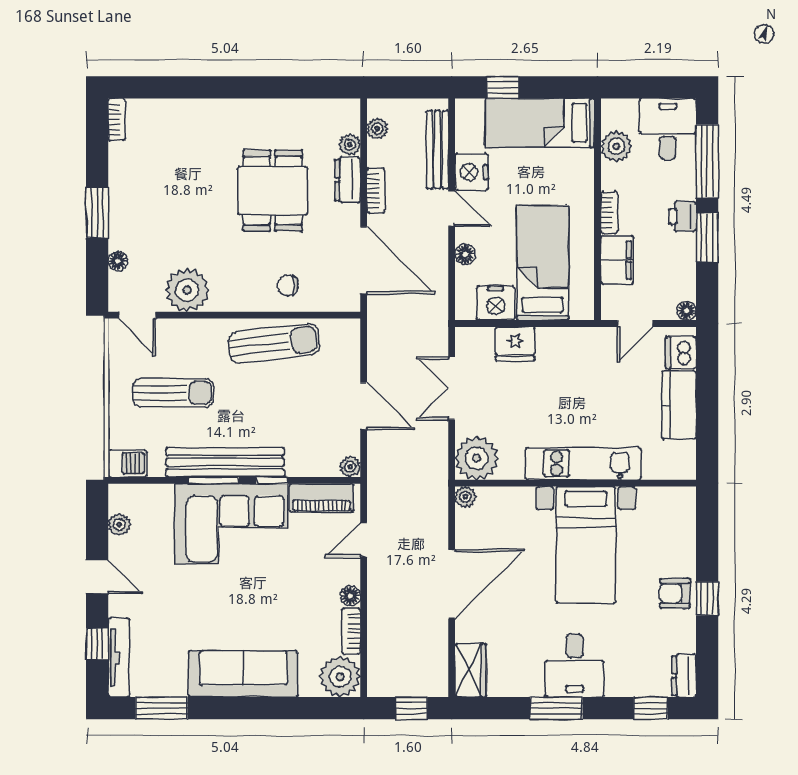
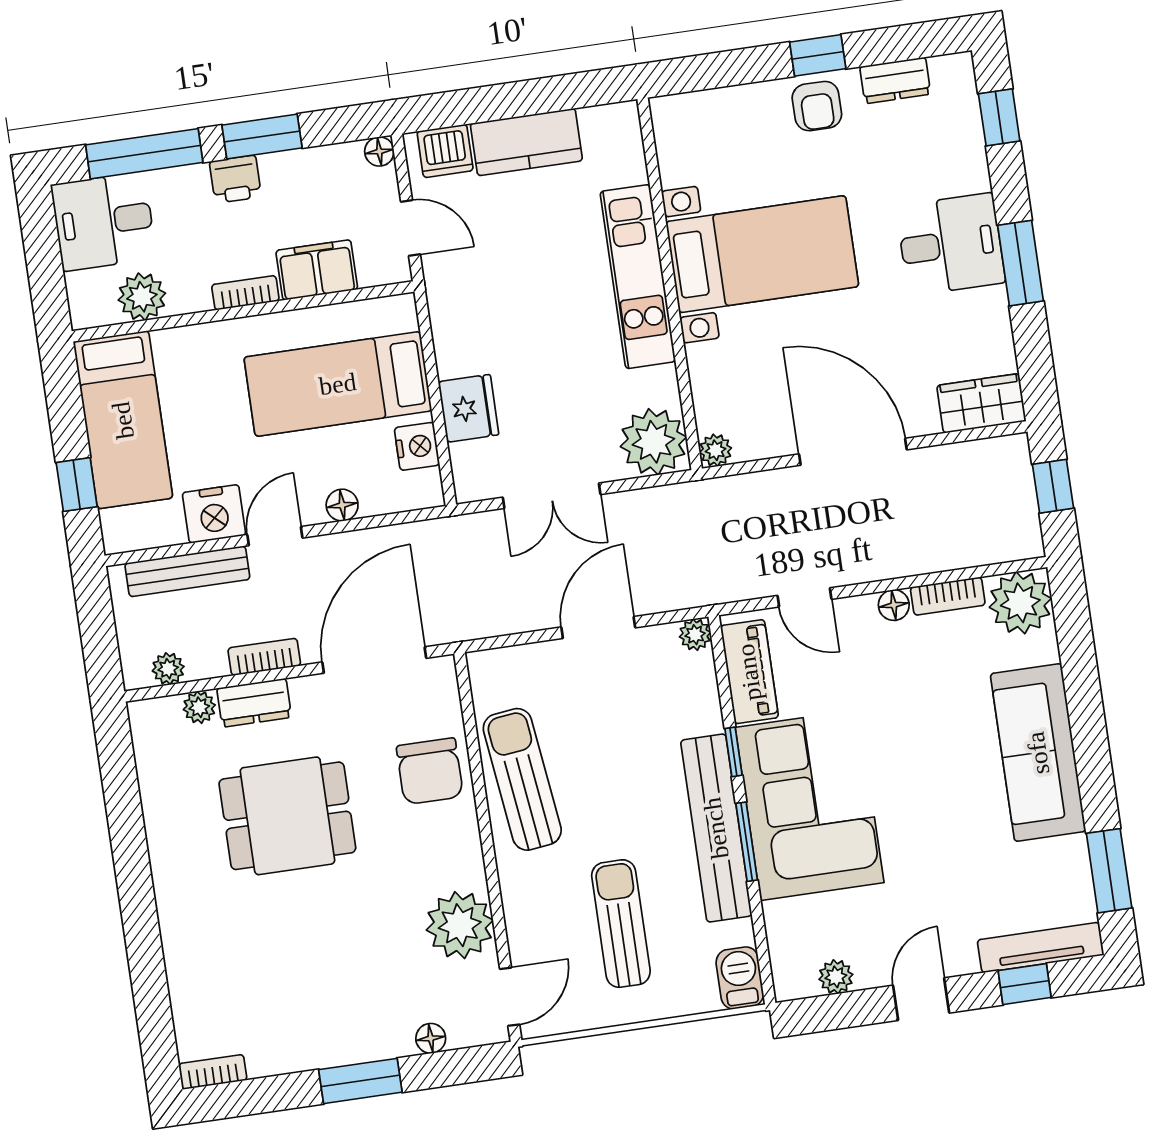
chair: (288, 285) -> (430, 771), width x1.87, depth x1.87
nightstand: (496, 303) -> (417, 446), width x0.74, depth x0.75
dresser: (684, 676) -> (895, 80), moved

